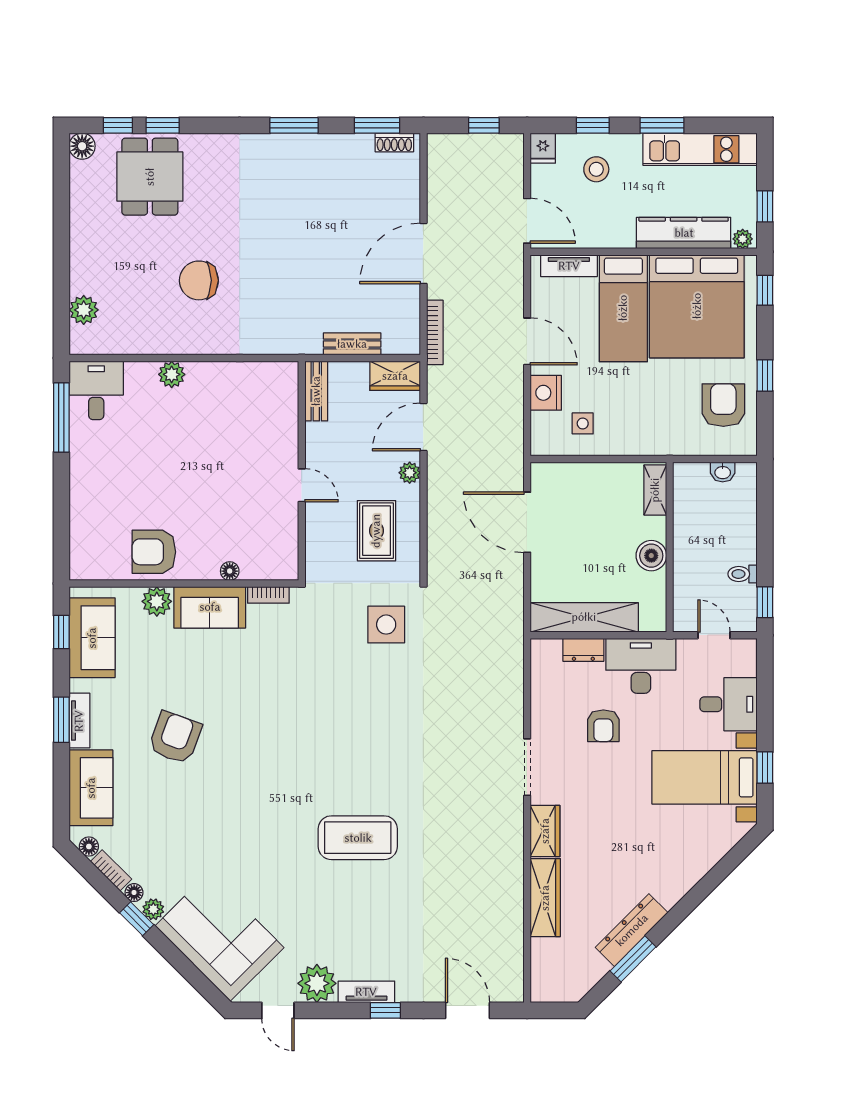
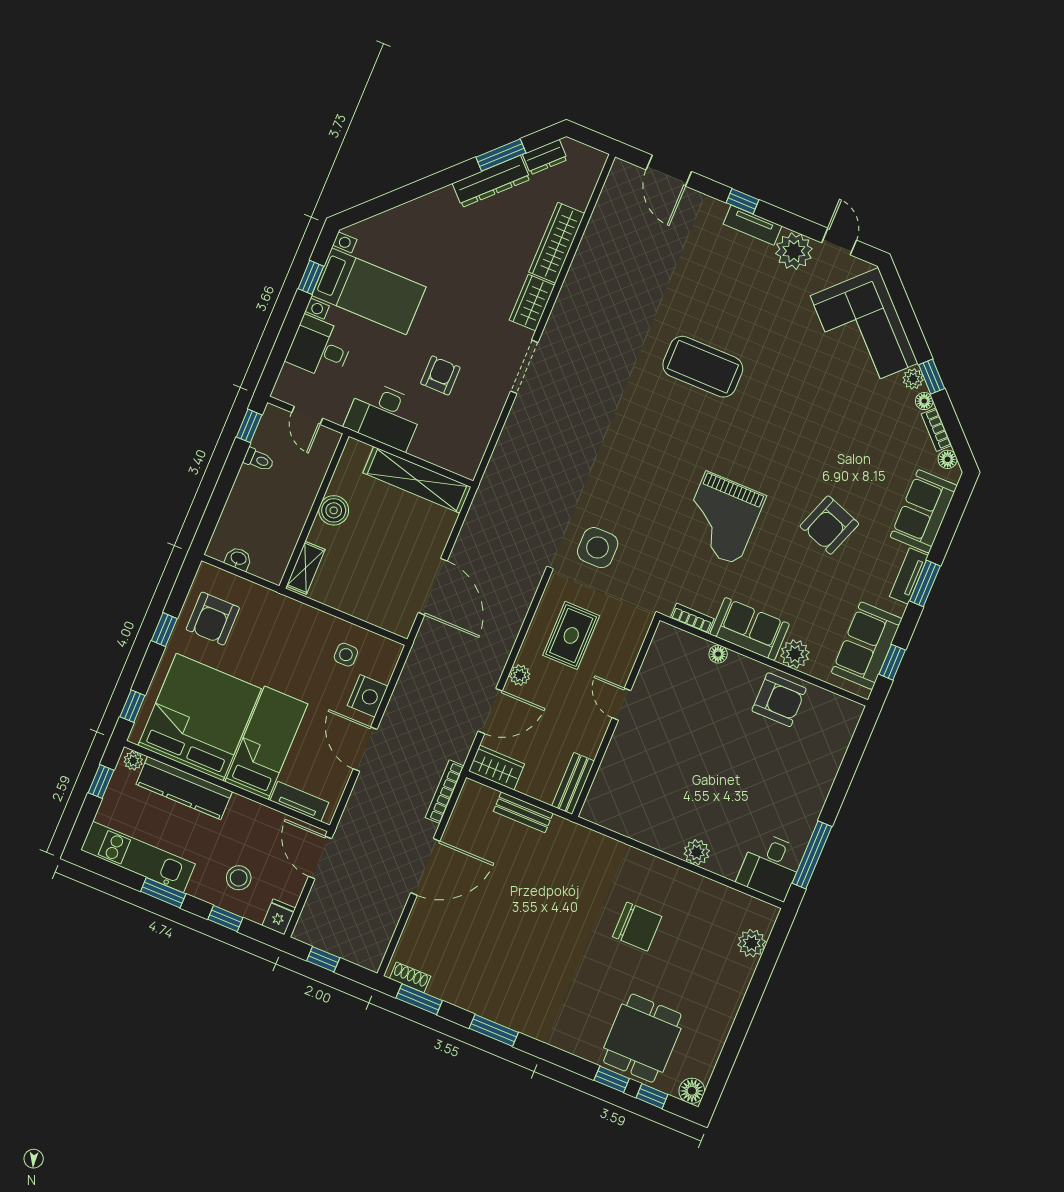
dresser: (583, 650) -> (545, 157), moved, turned 135
grand piano: (280, 701) -> (722, 518), added

